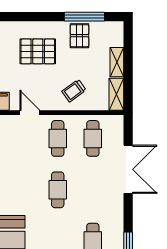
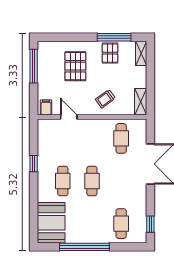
pallet: (38, 51) -> (75, 66), turned 90
shelving: (117, 62) -> (141, 53), moved
cafe table: (58, 138) -> (63, 181), moved

